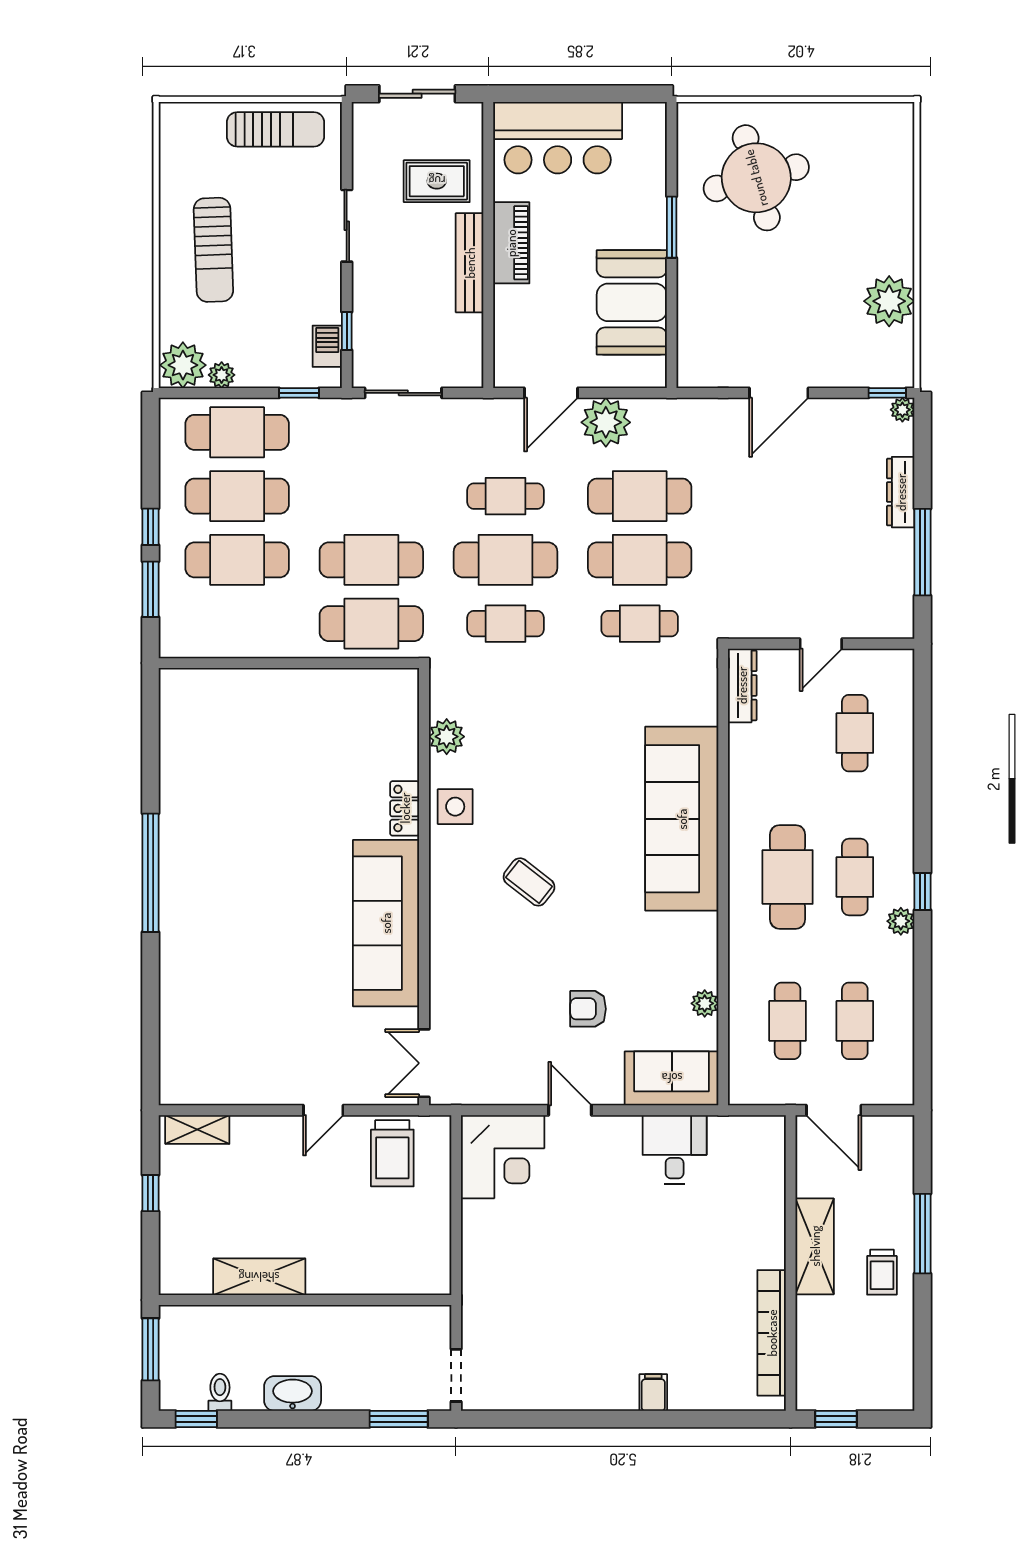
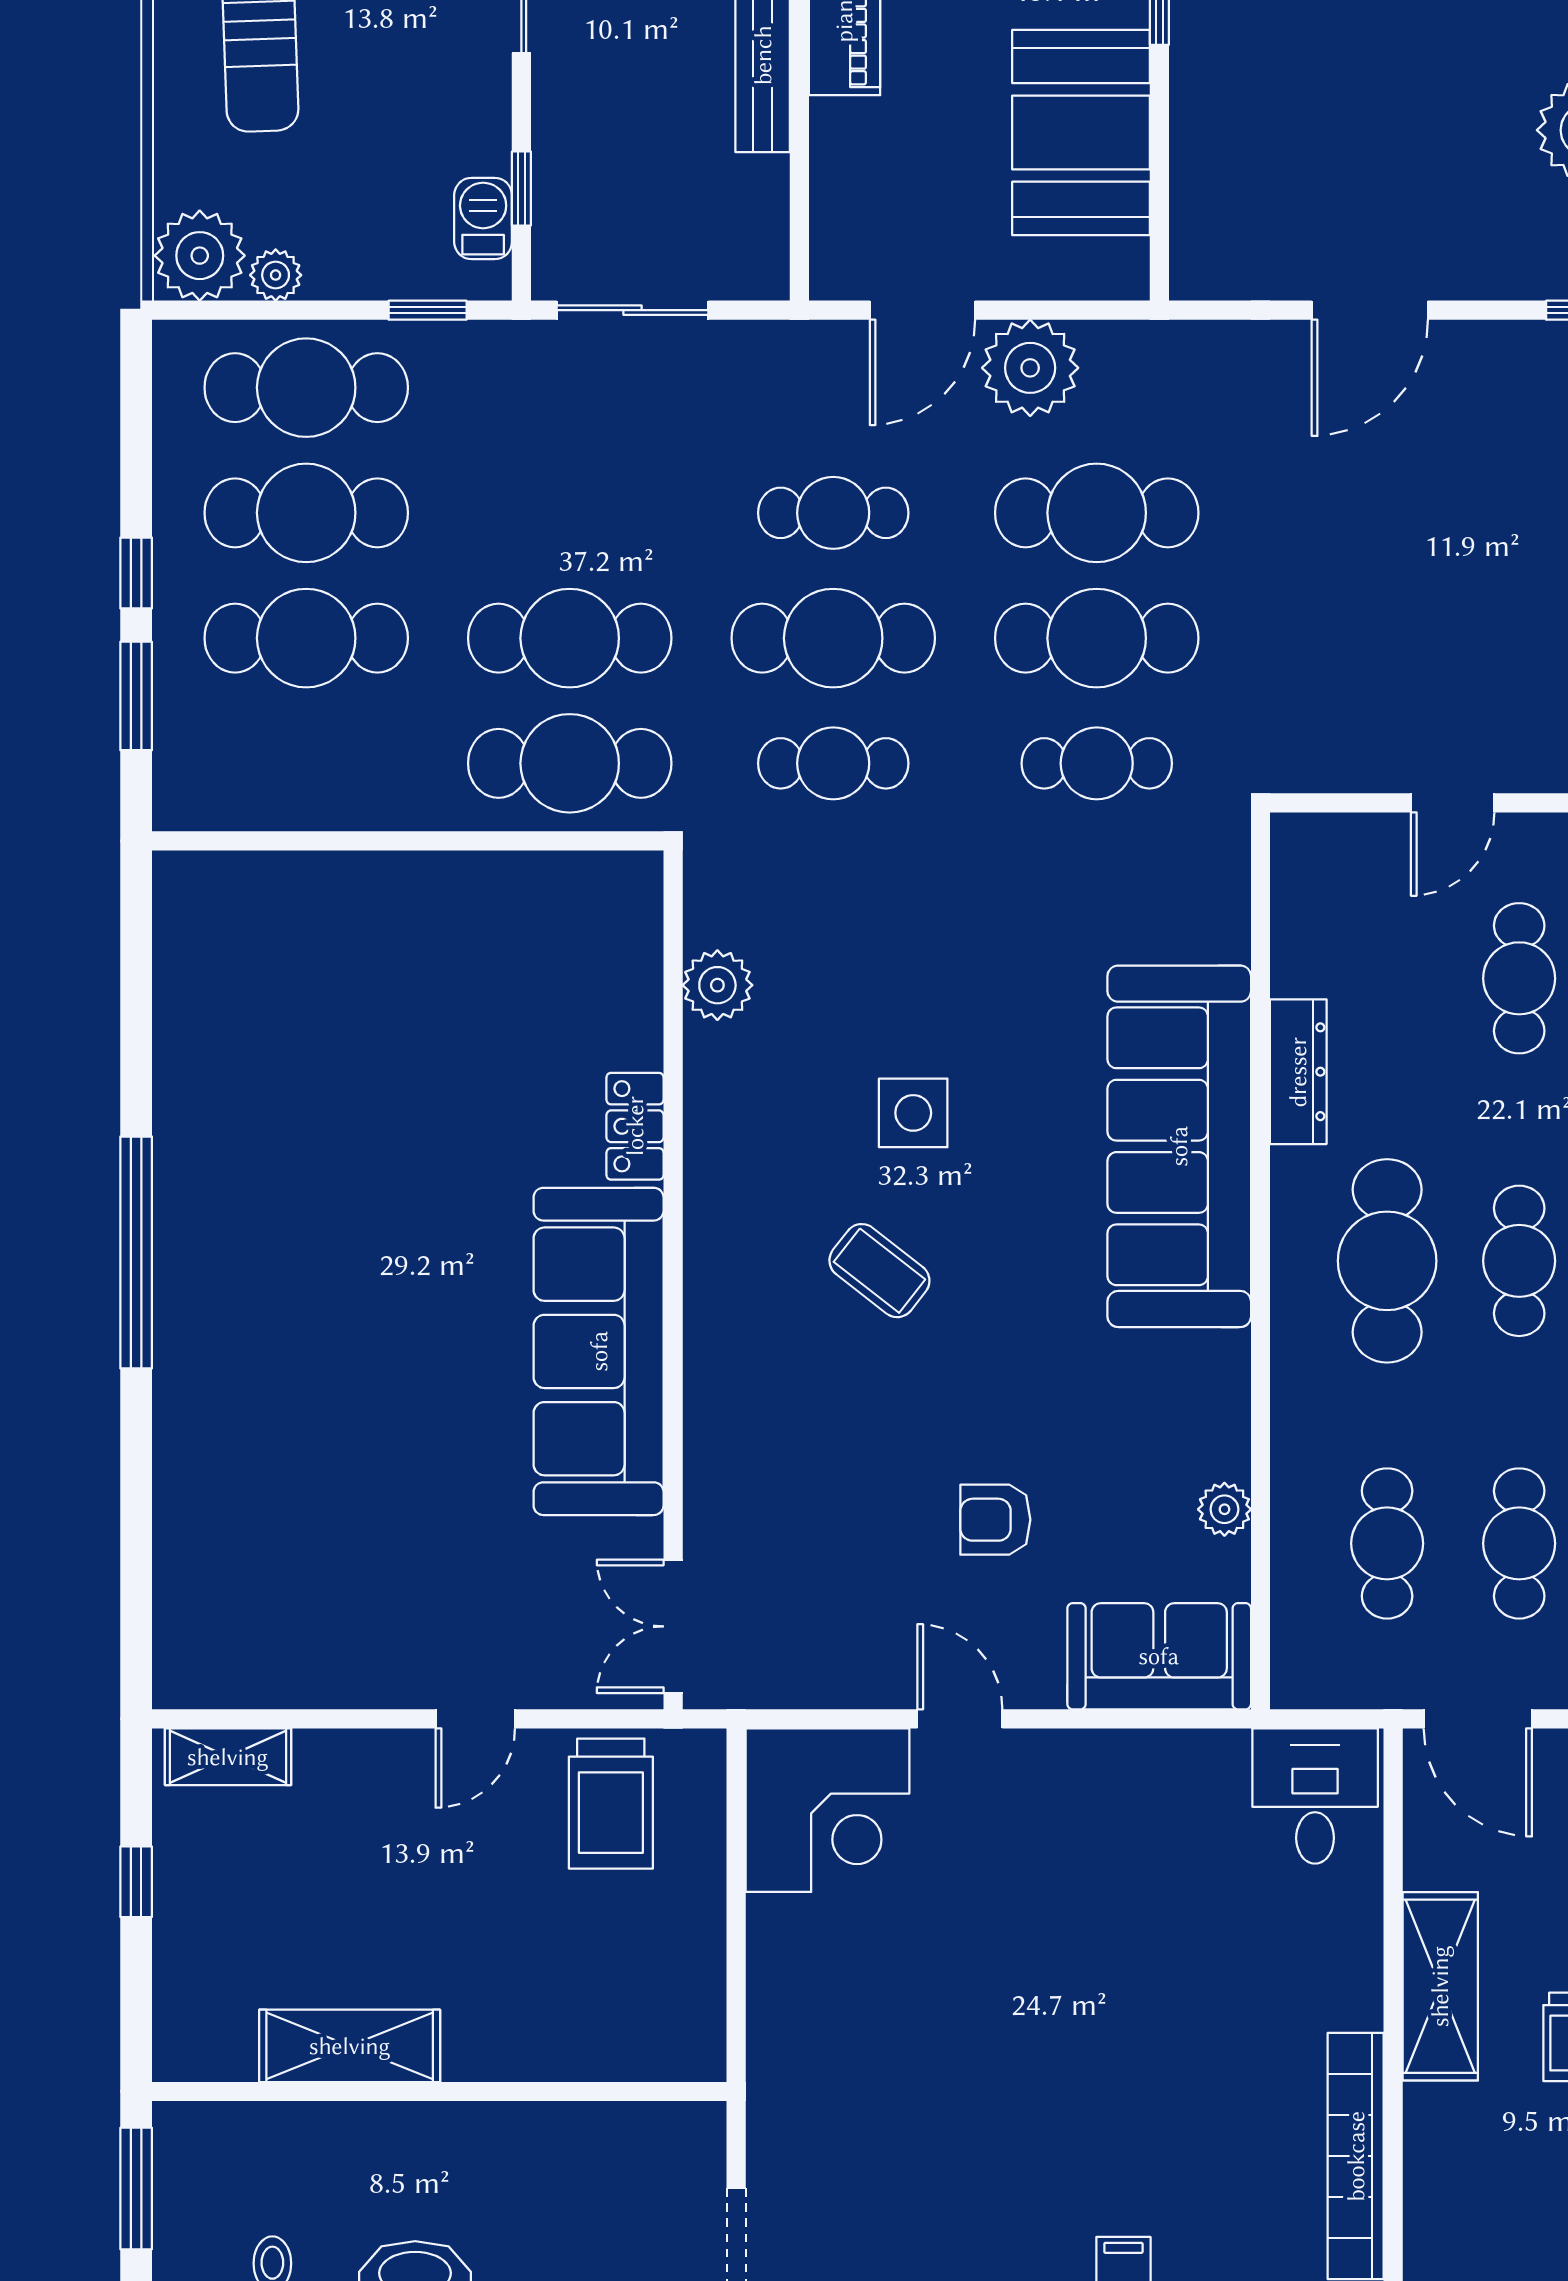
dresser: (742, 685) -> (1298, 1072), moved
side table: (455, 807) -> (913, 1113), moved
desk: (675, 1149) -> (1315, 1796), moved

